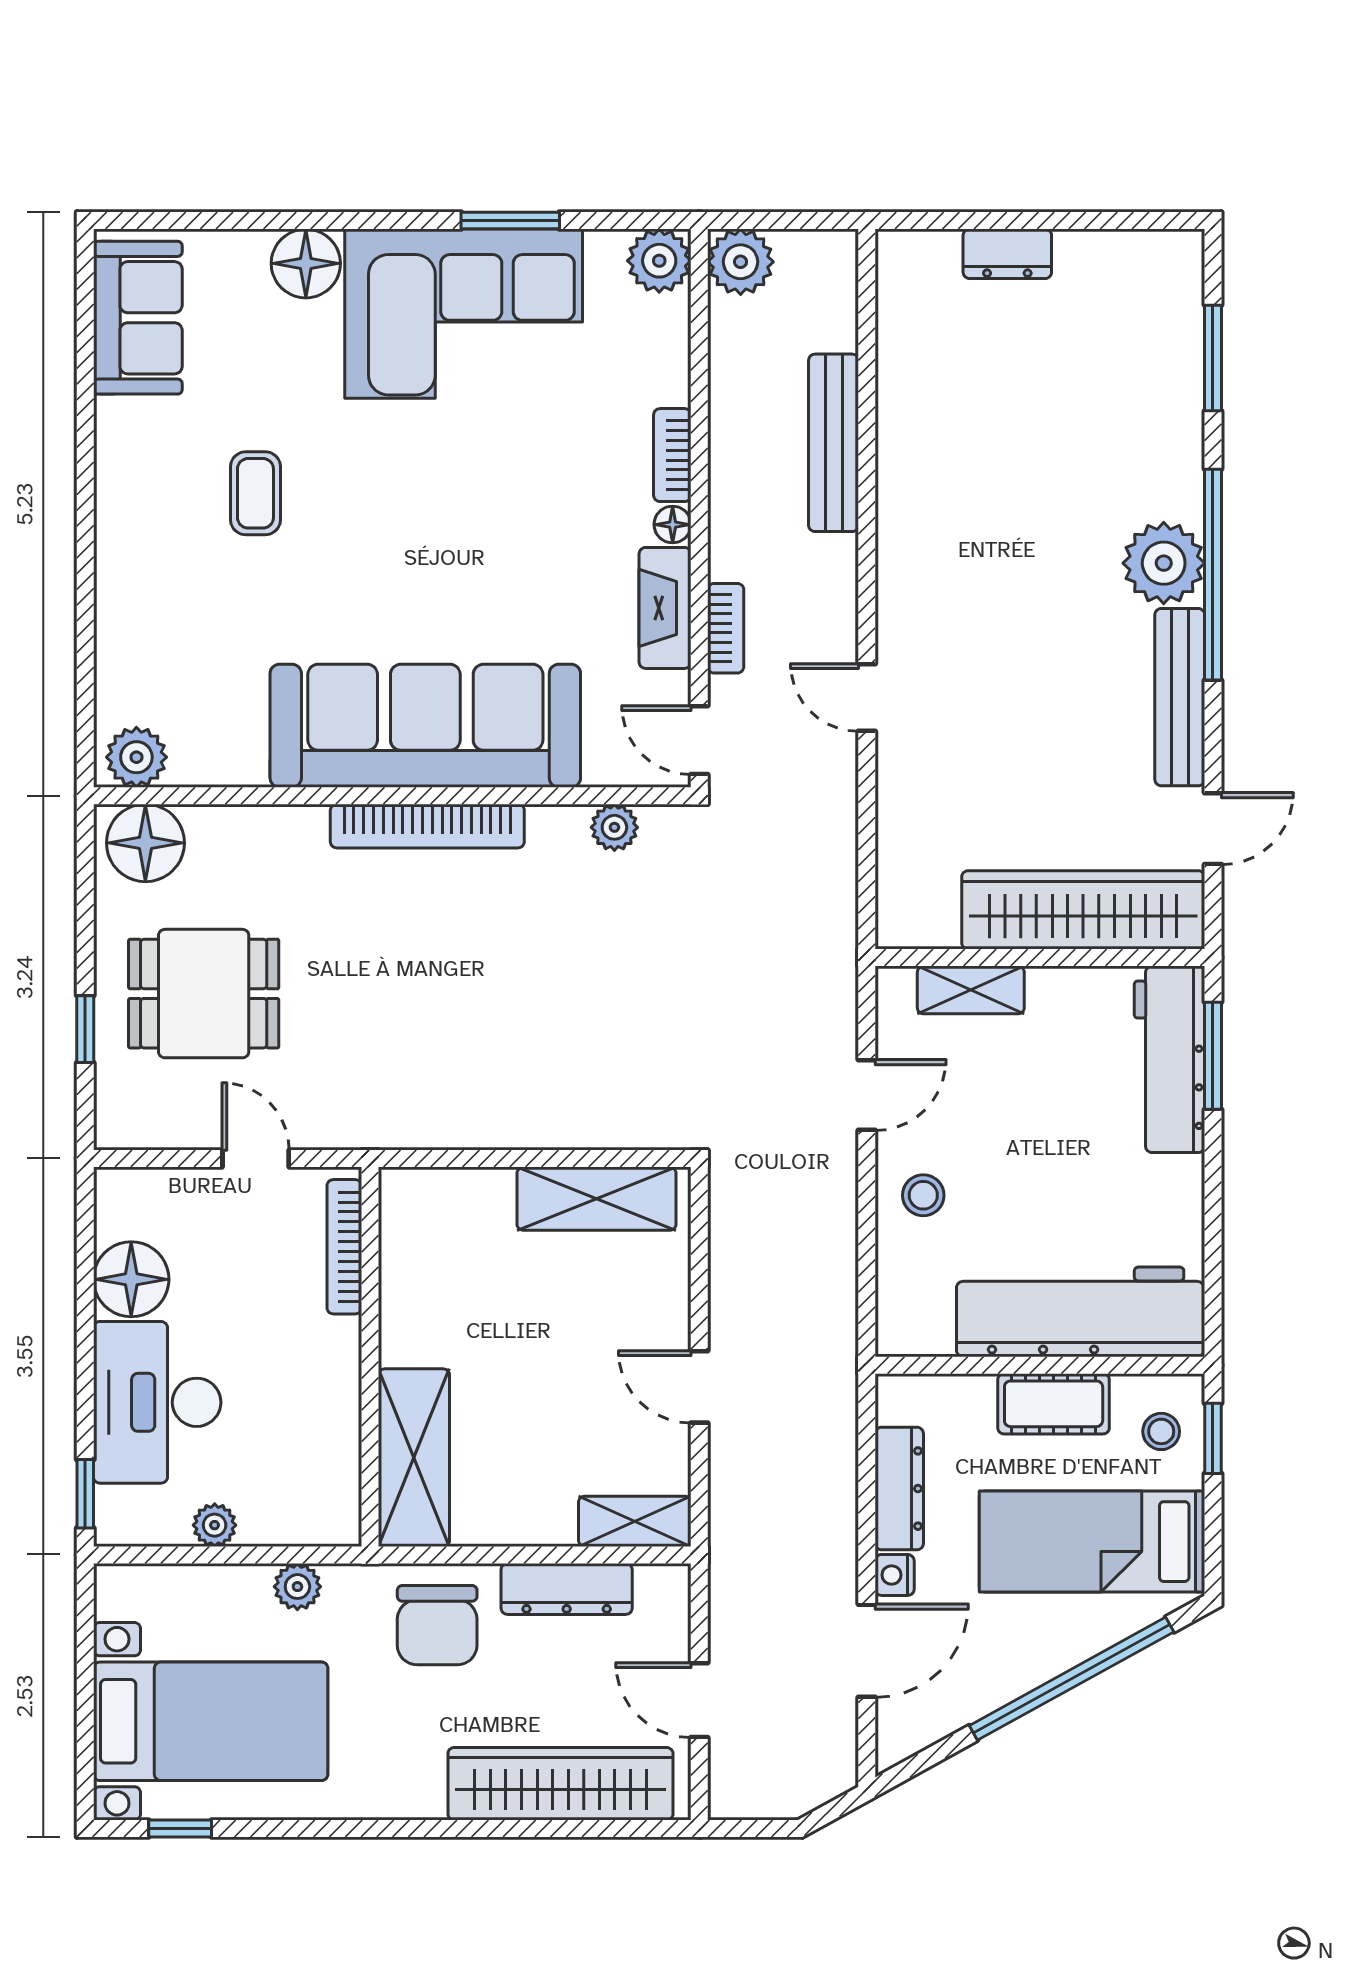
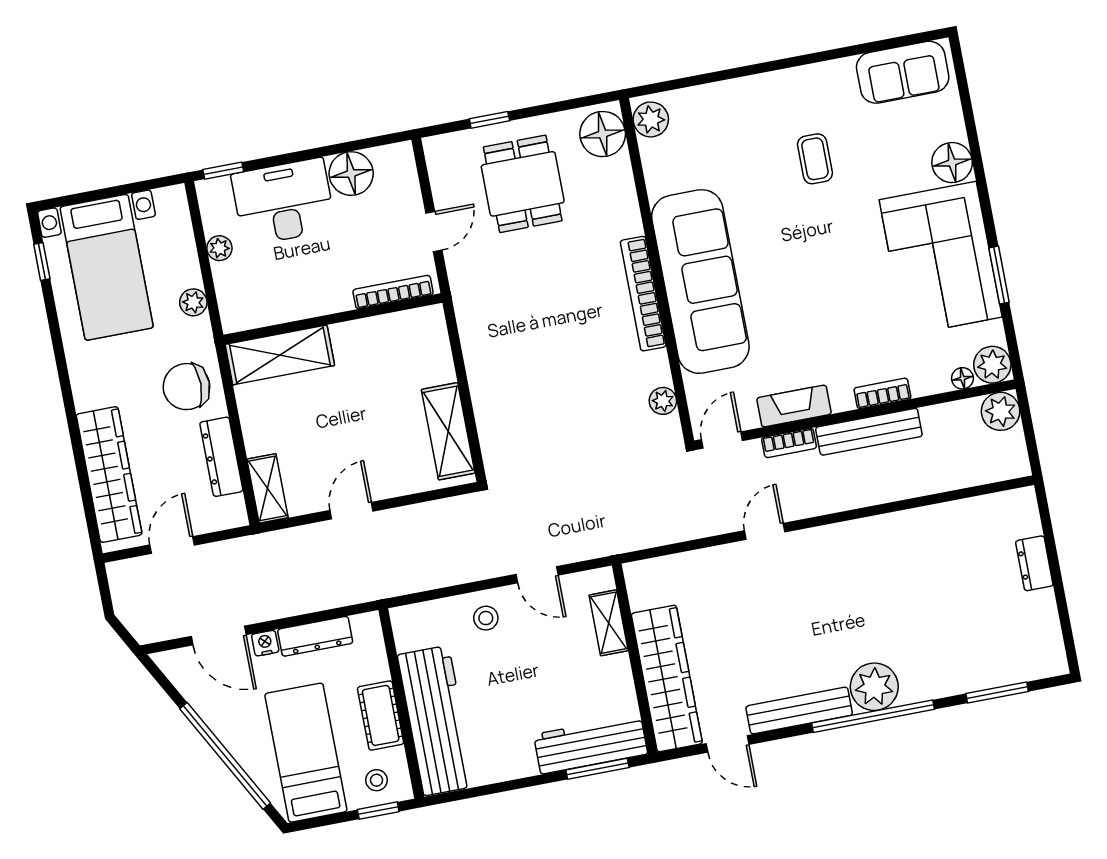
bench: (834, 443) -> (869, 432), moved
coffee table: (255, 493) -> (815, 159), turned 90
floor lamp: (673, 525) -> (962, 378), moved

